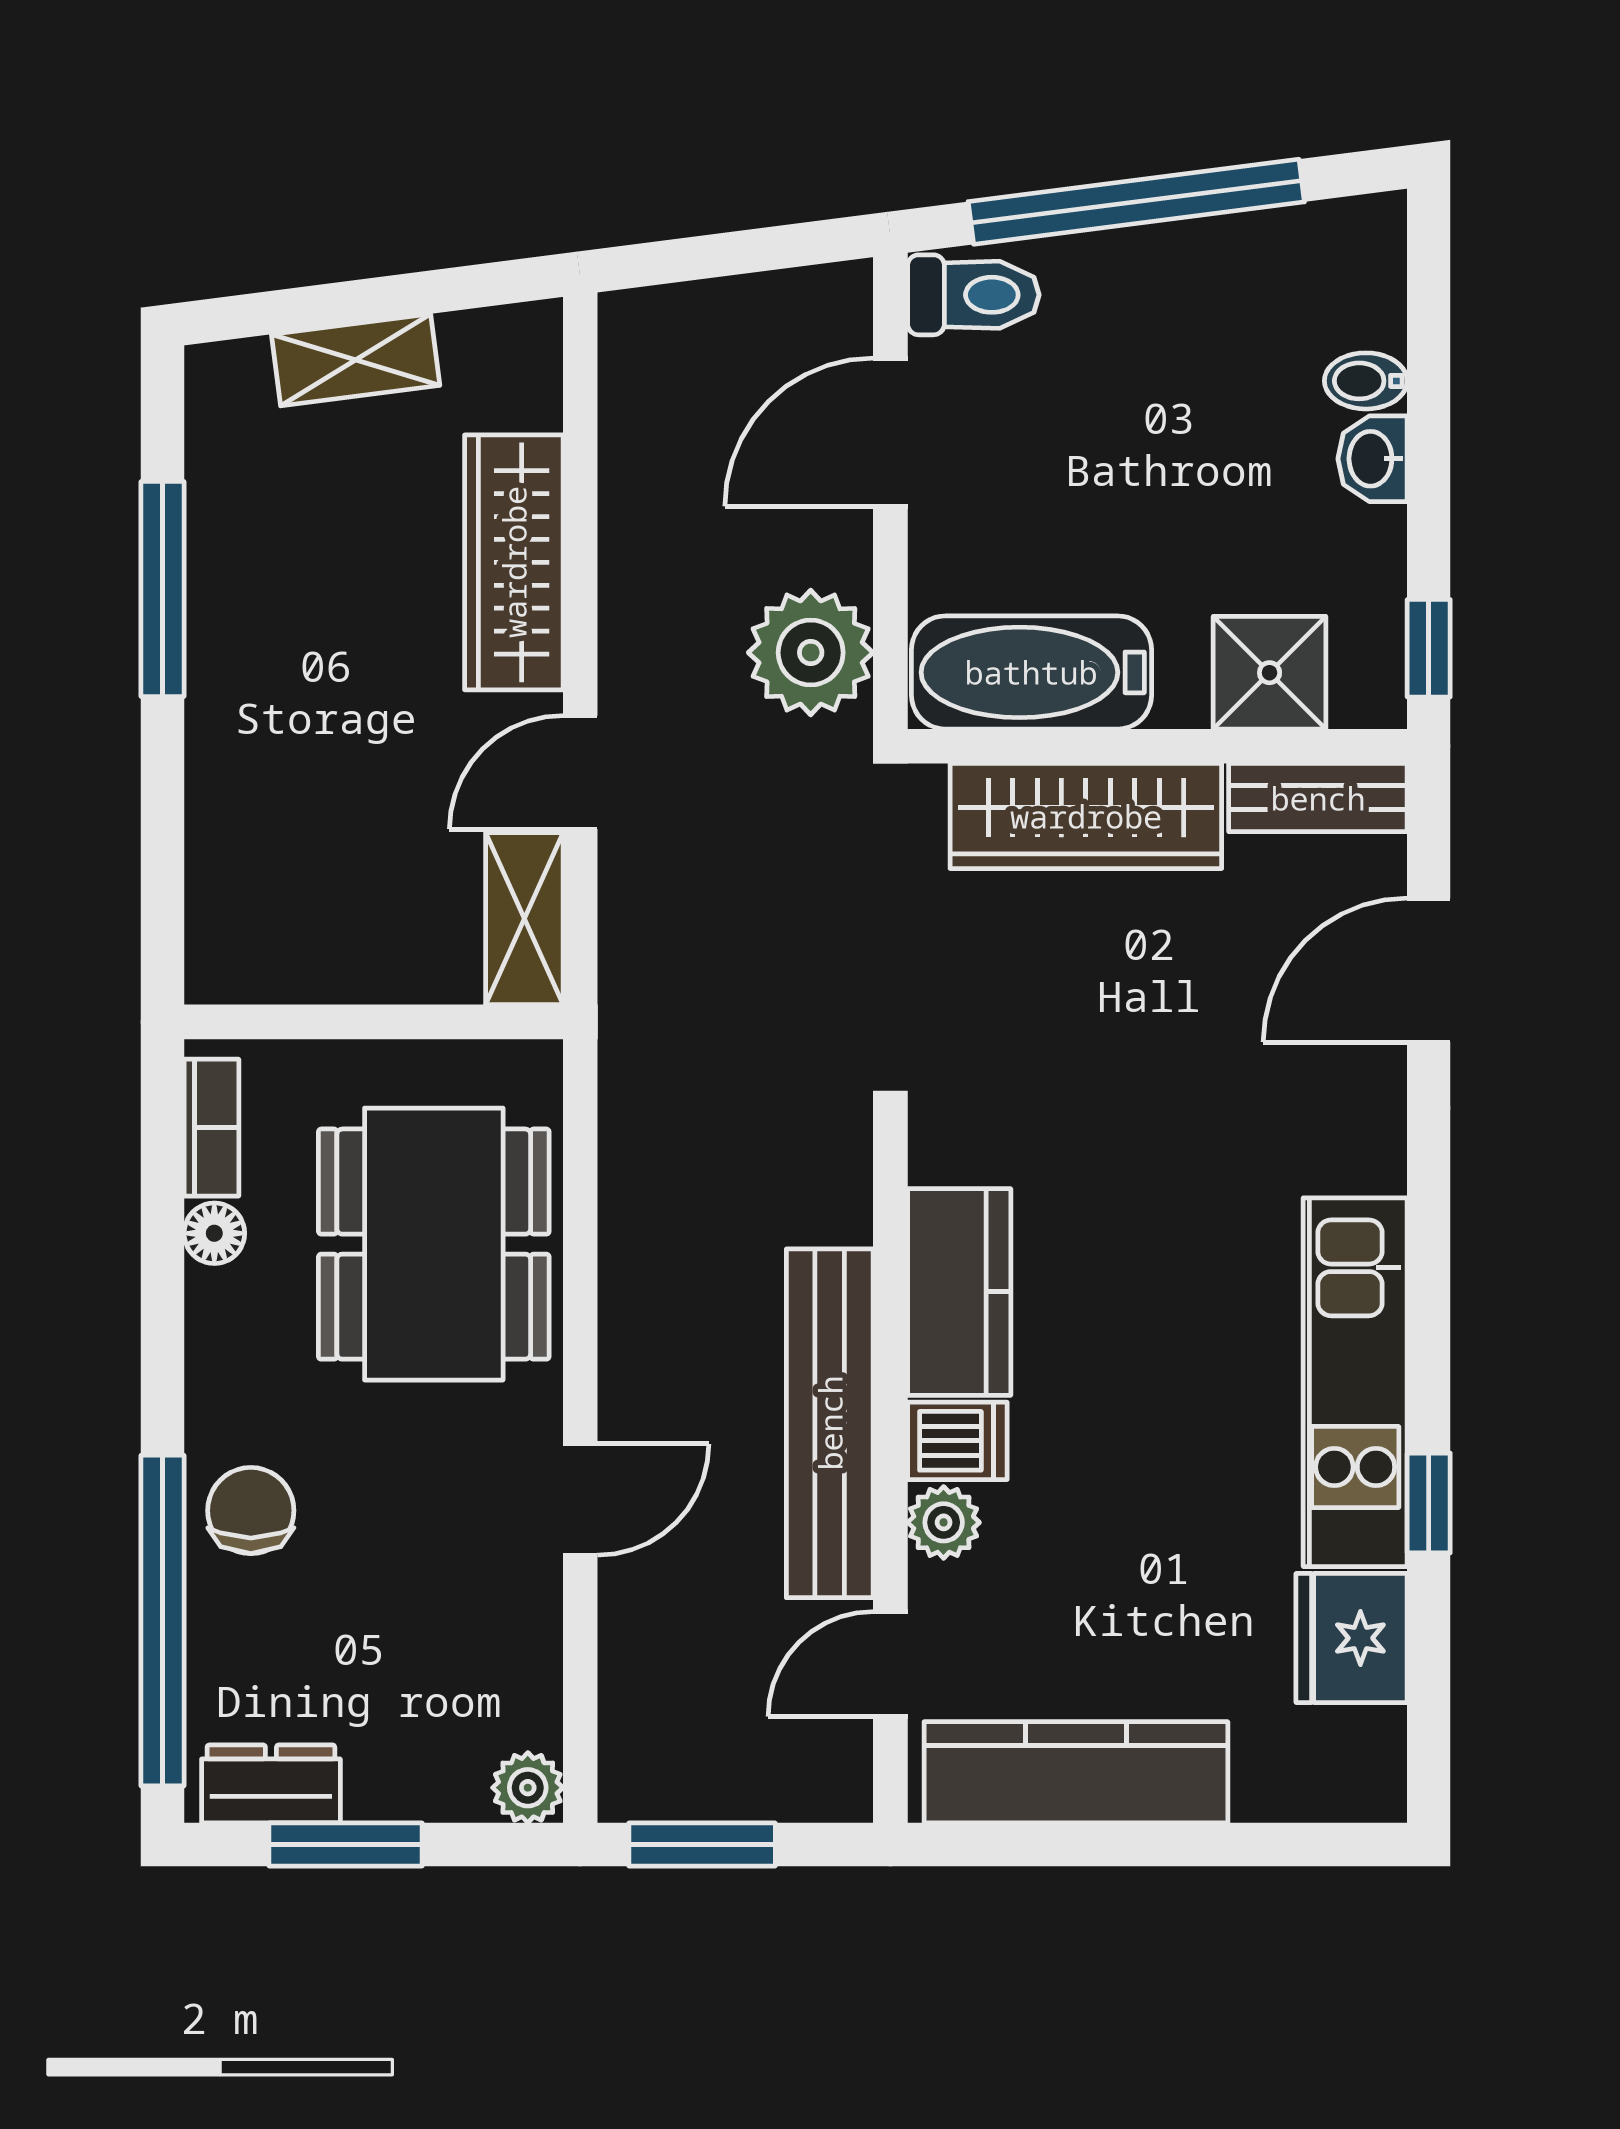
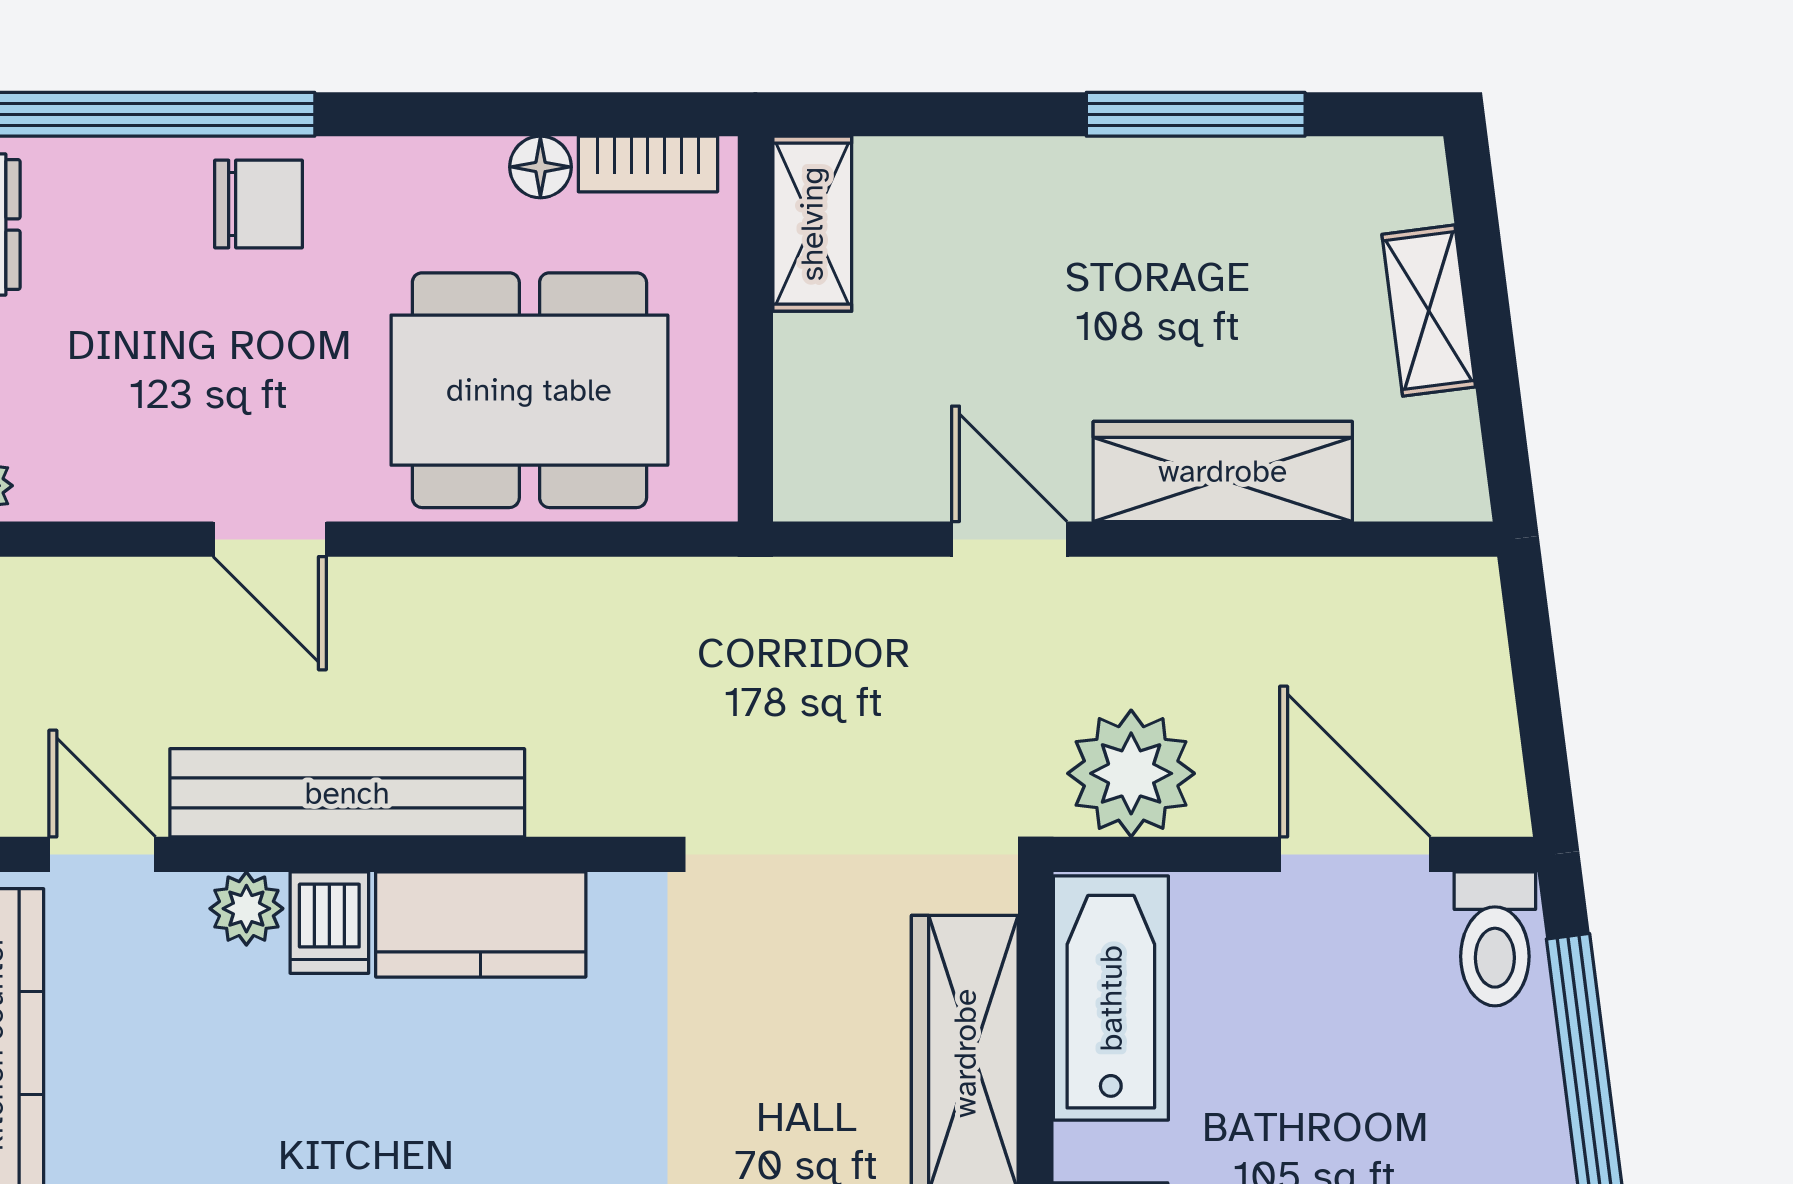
shelving: (524, 919) -> (812, 224), moved, turned 90

